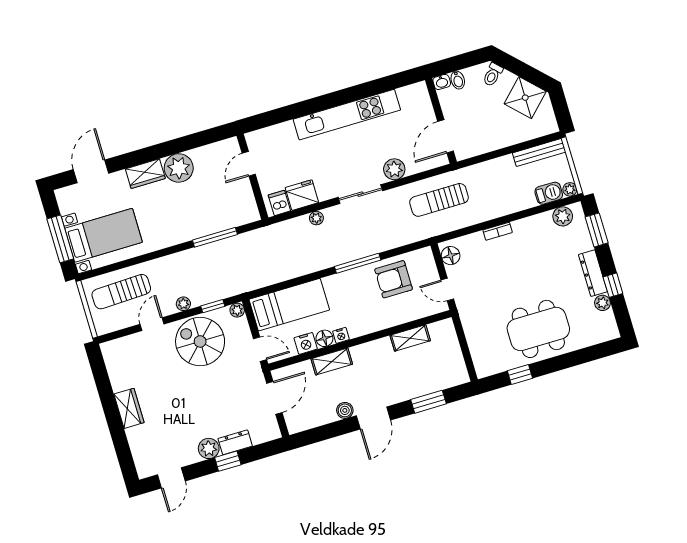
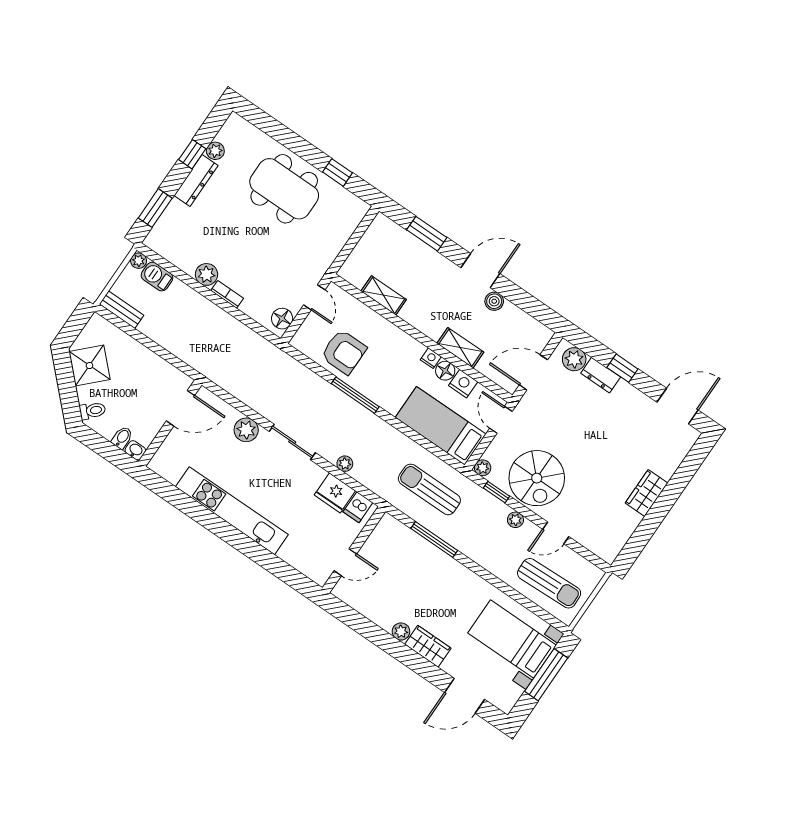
bench: (539, 152) -> (121, 310), width x0.73
plant: (179, 168) -> (401, 631), width x0.53, depth x0.53
sun lounger: (439, 200) -> (429, 489), moved, turned 180
plant: (563, 216) -> (206, 274), moved
plant: (209, 448) -> (574, 359), moved
door: (171, 478) -> (678, 406), width x1.38

